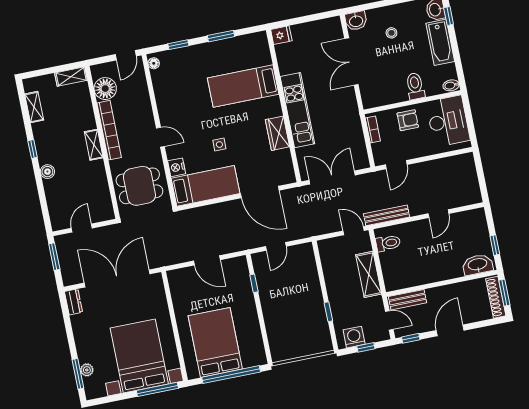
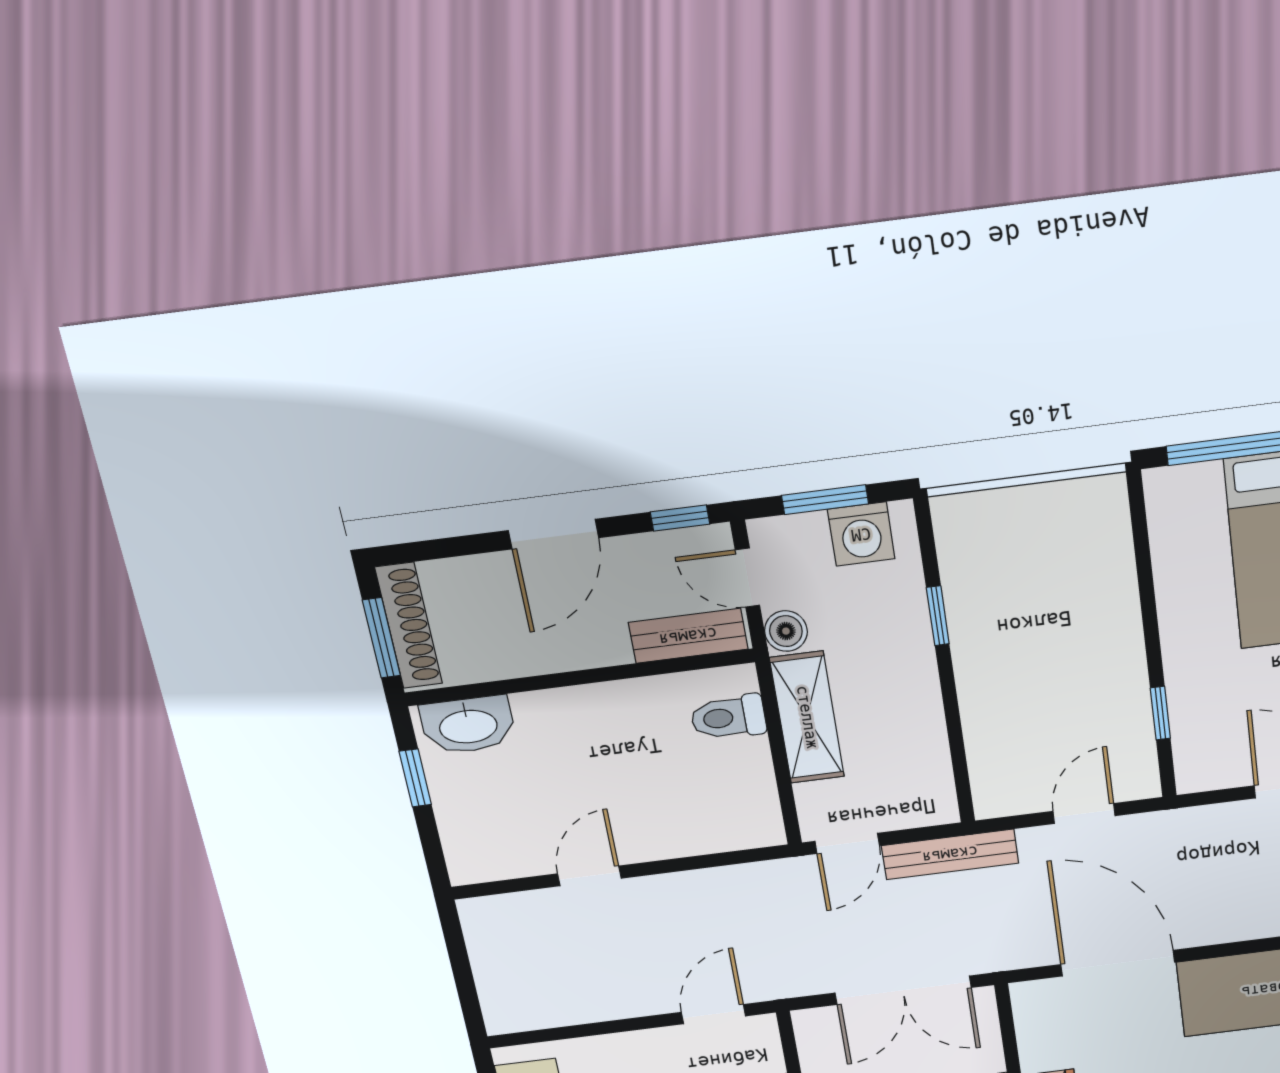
bench: (387, 215) -> (950, 854), moved
door: (354, 231) -> (847, 843), hinge flipped
toilet: (388, 243) -> (728, 717), moved
boiler: (377, 303) -> (786, 631), added
window: (366, 347) -> (825, 500), width x1.50

